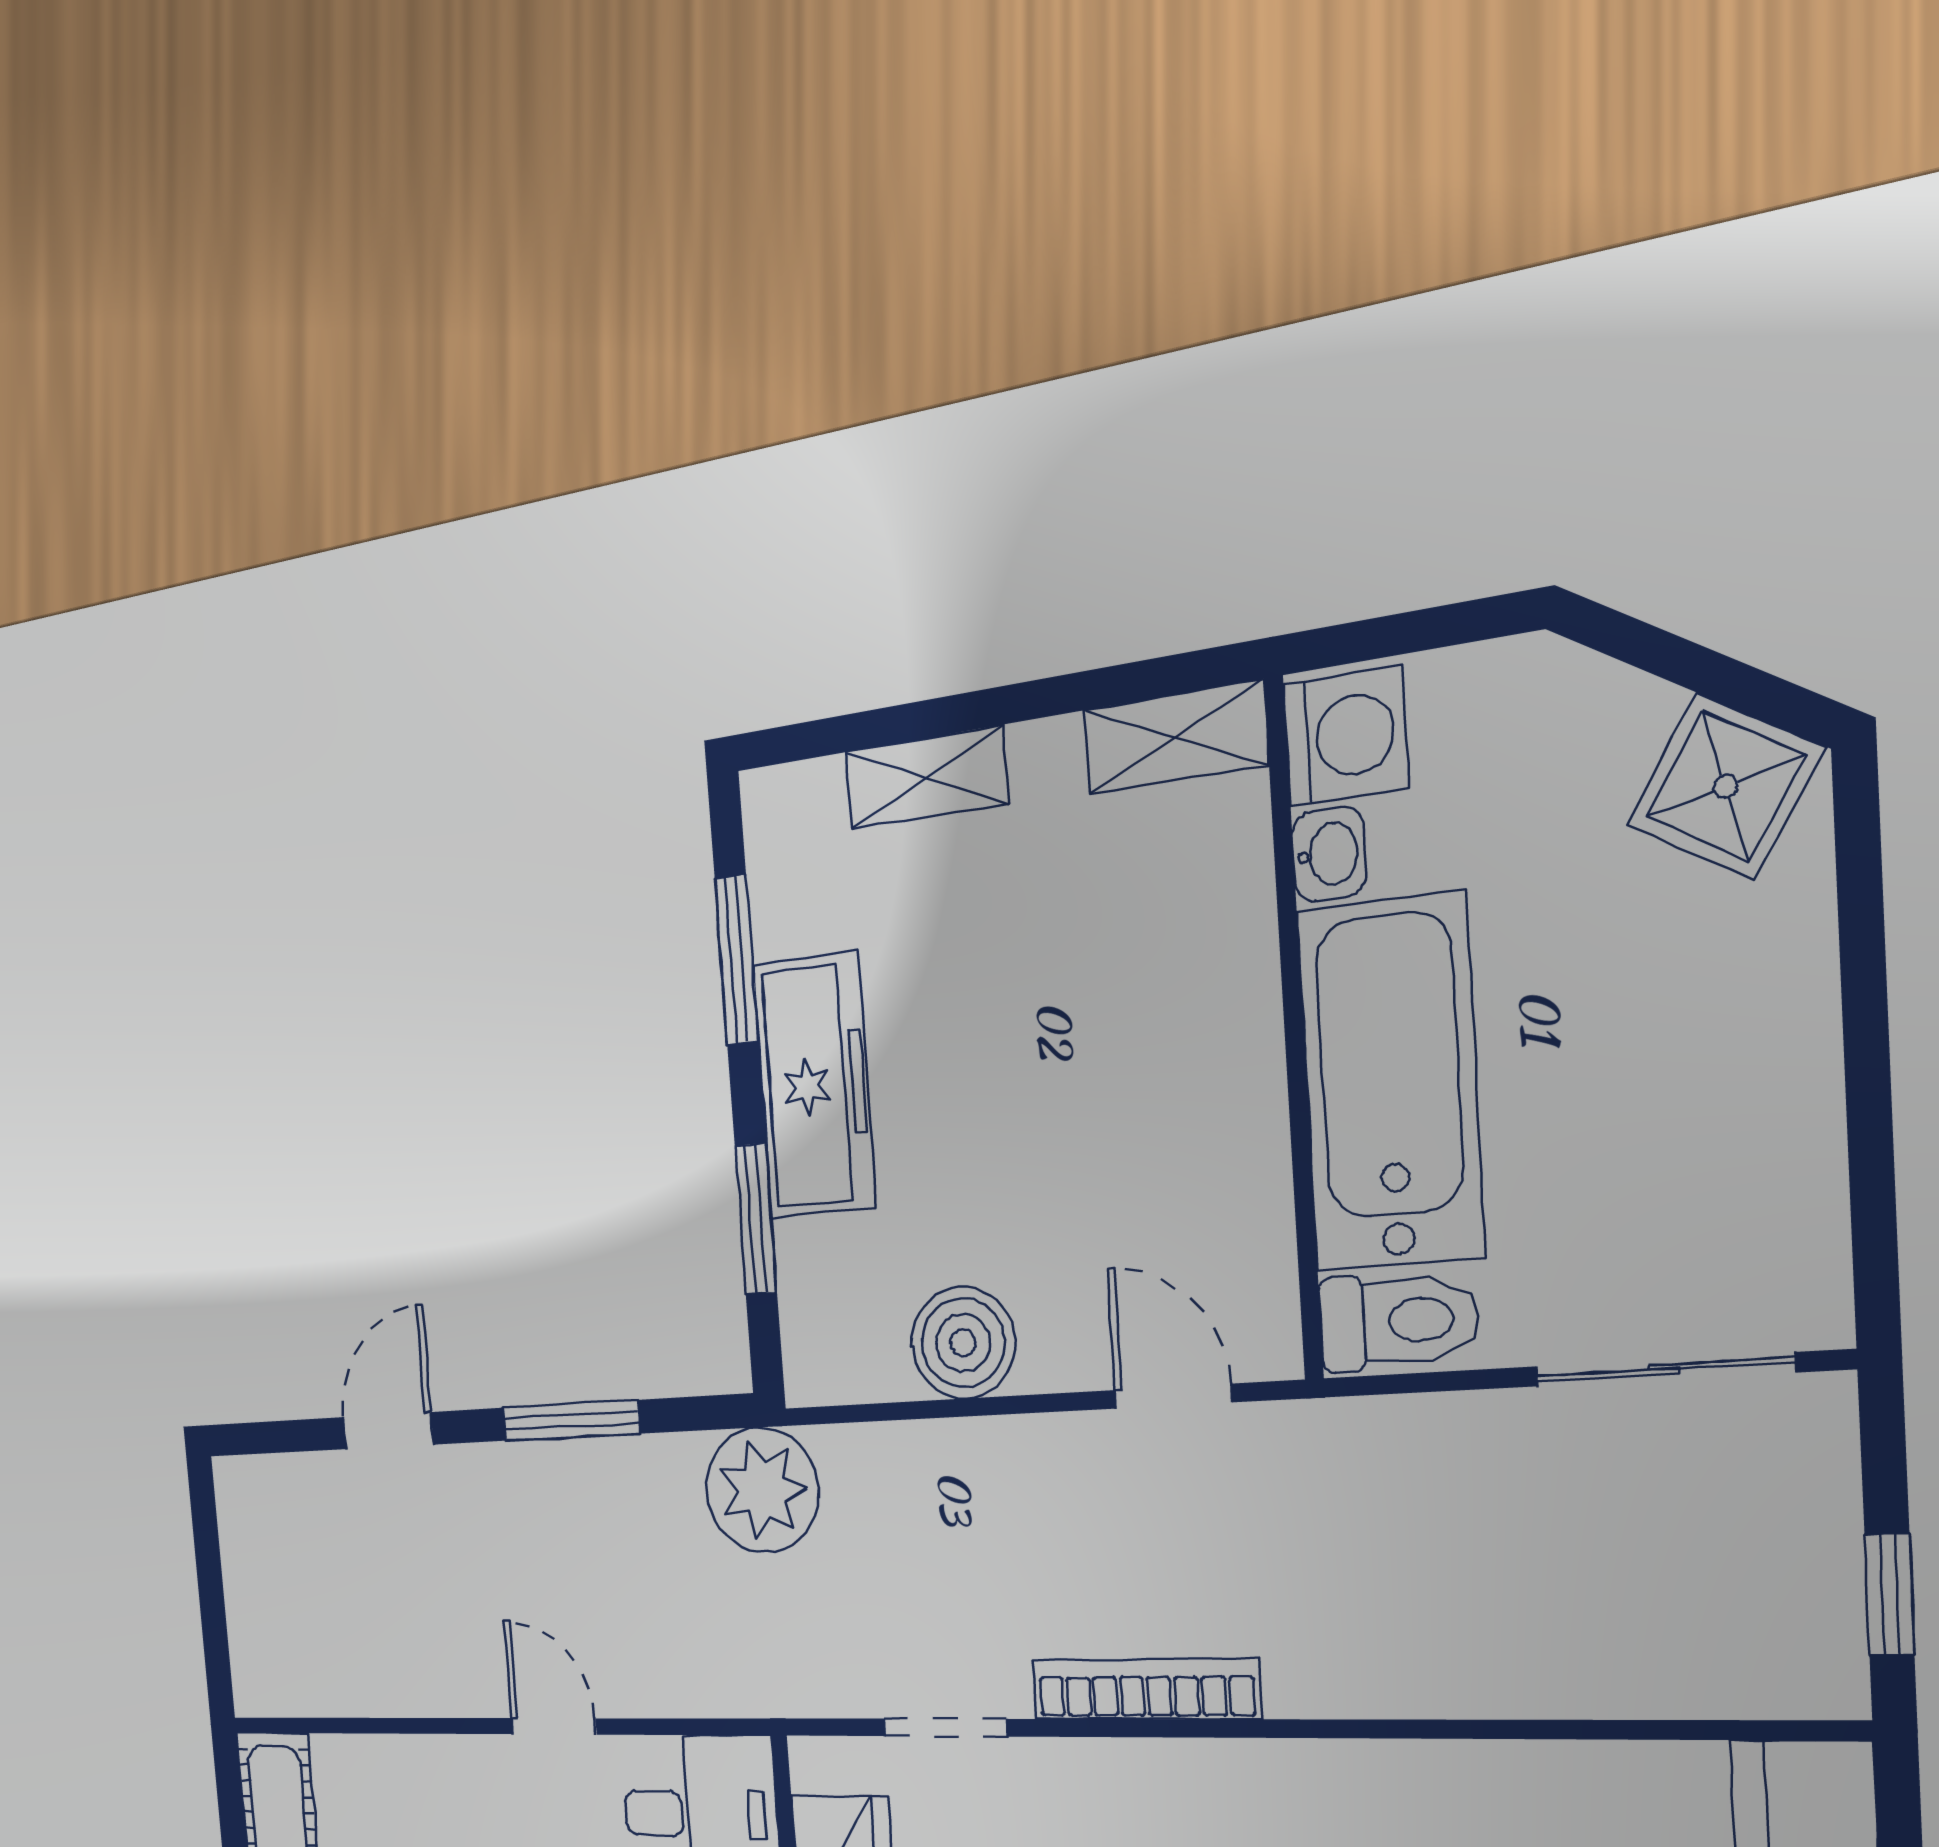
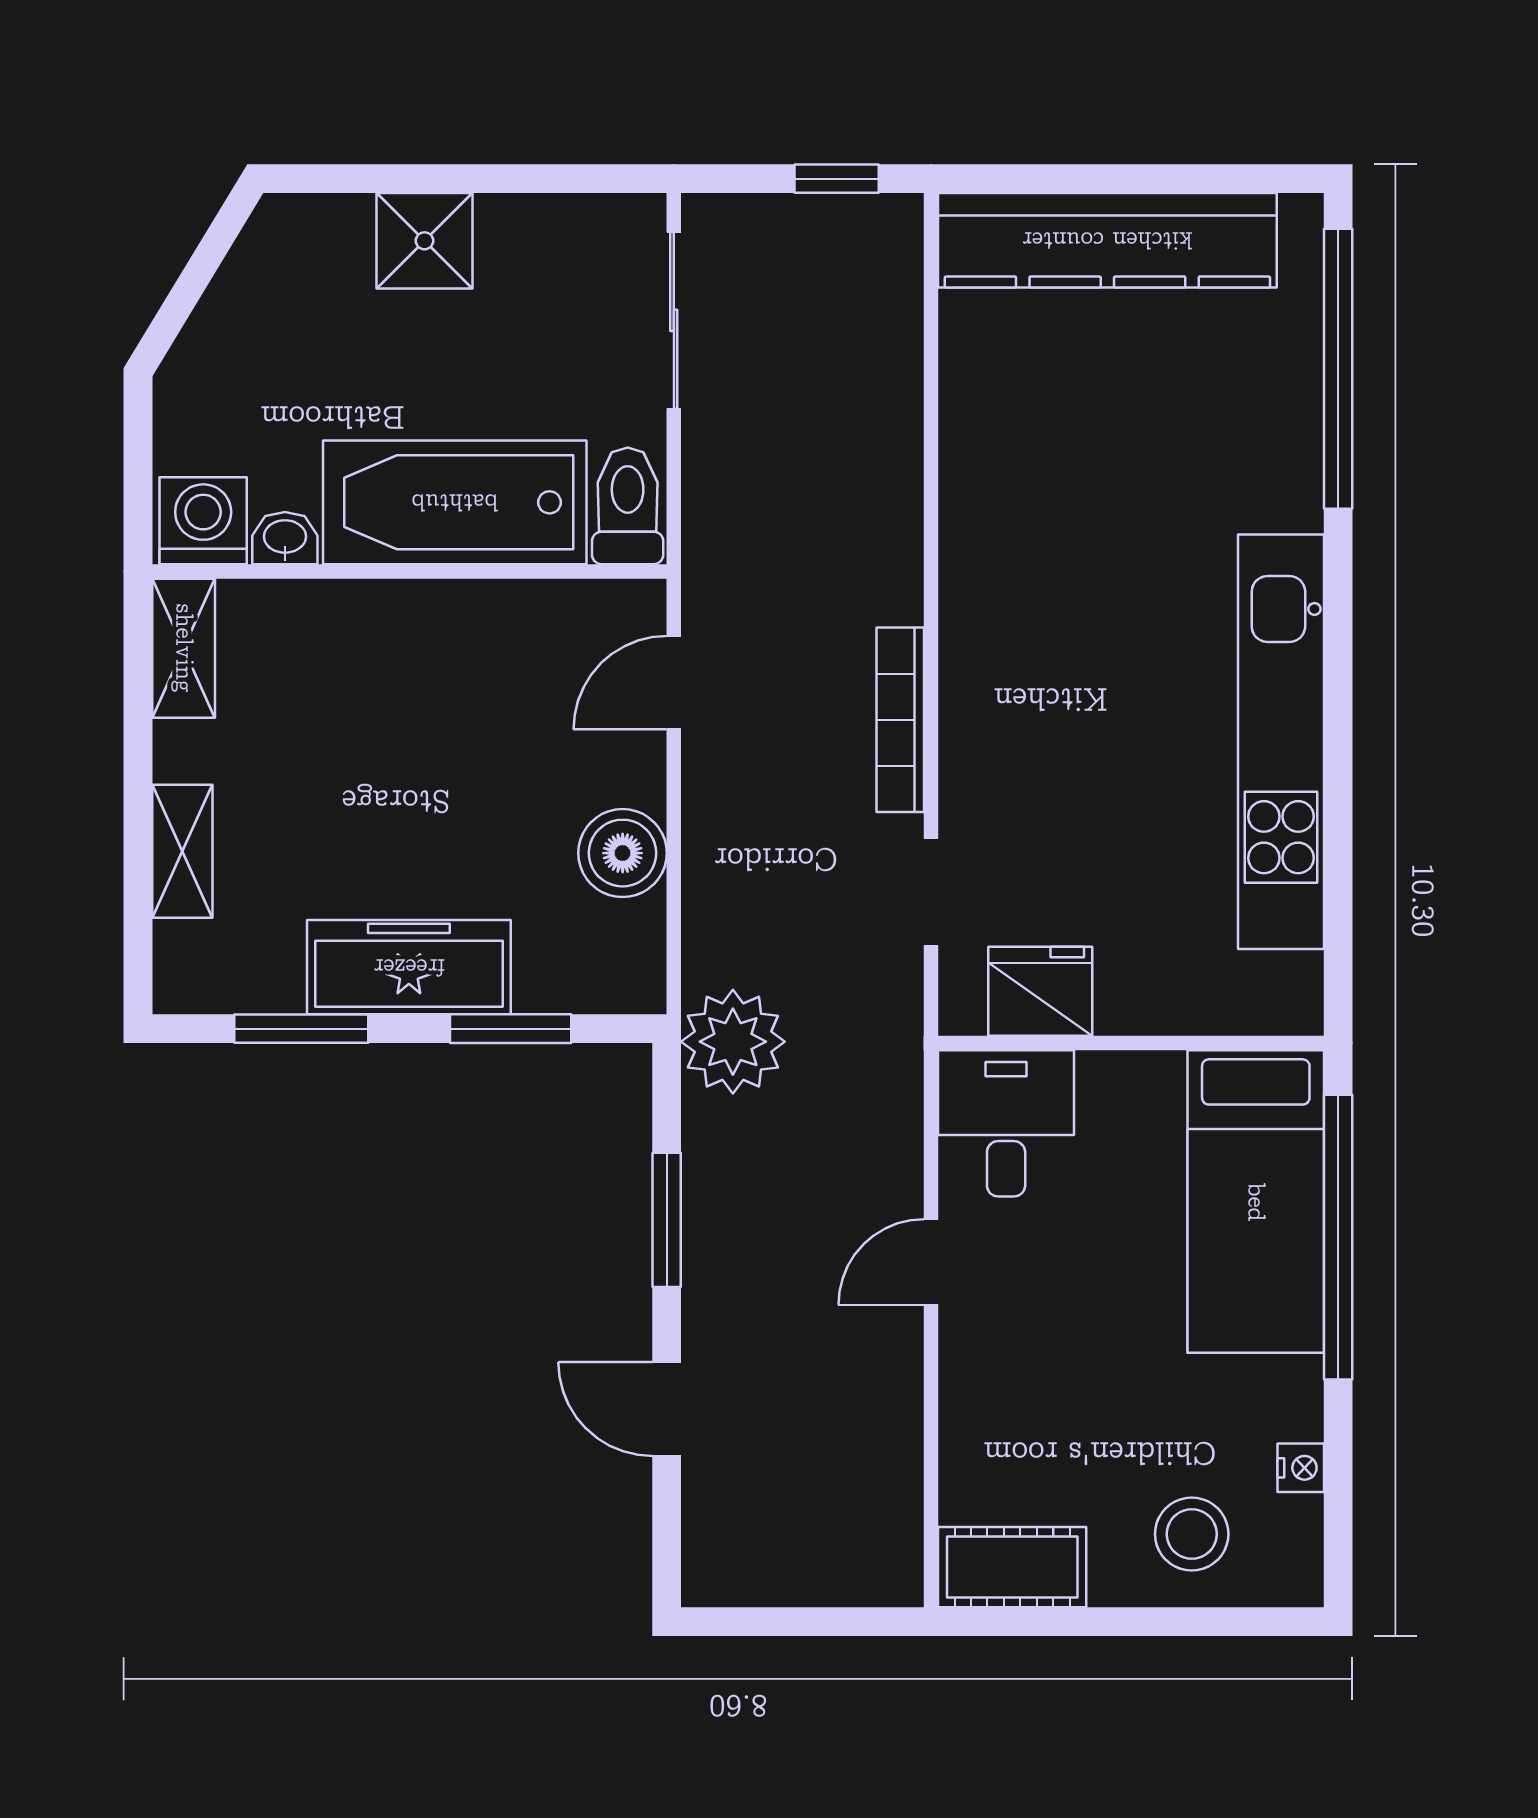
shower: (1725, 786) -> (424, 241), moved, turned -31

